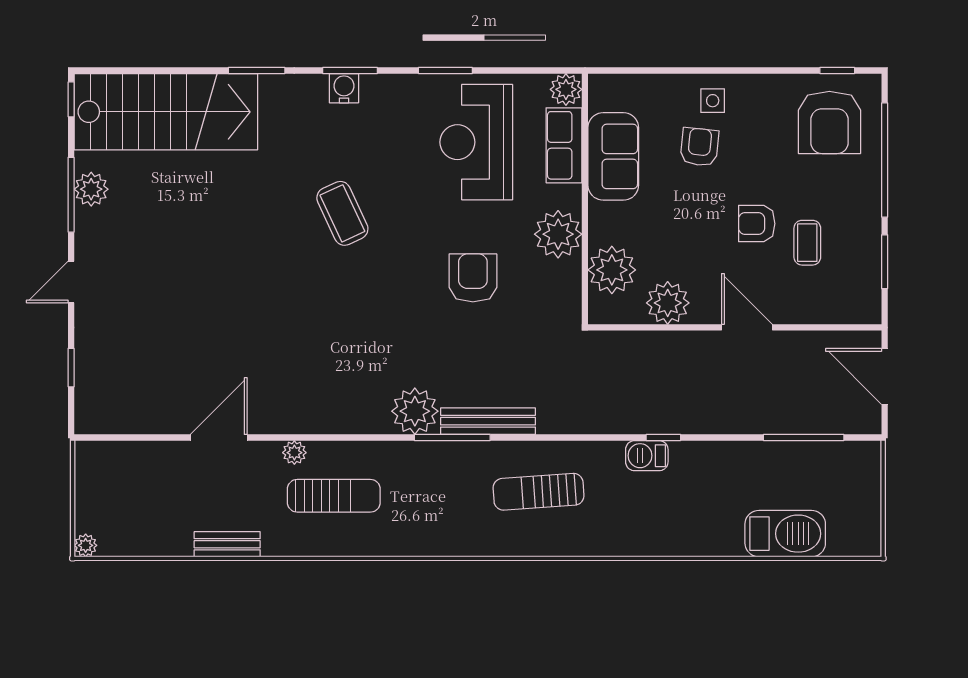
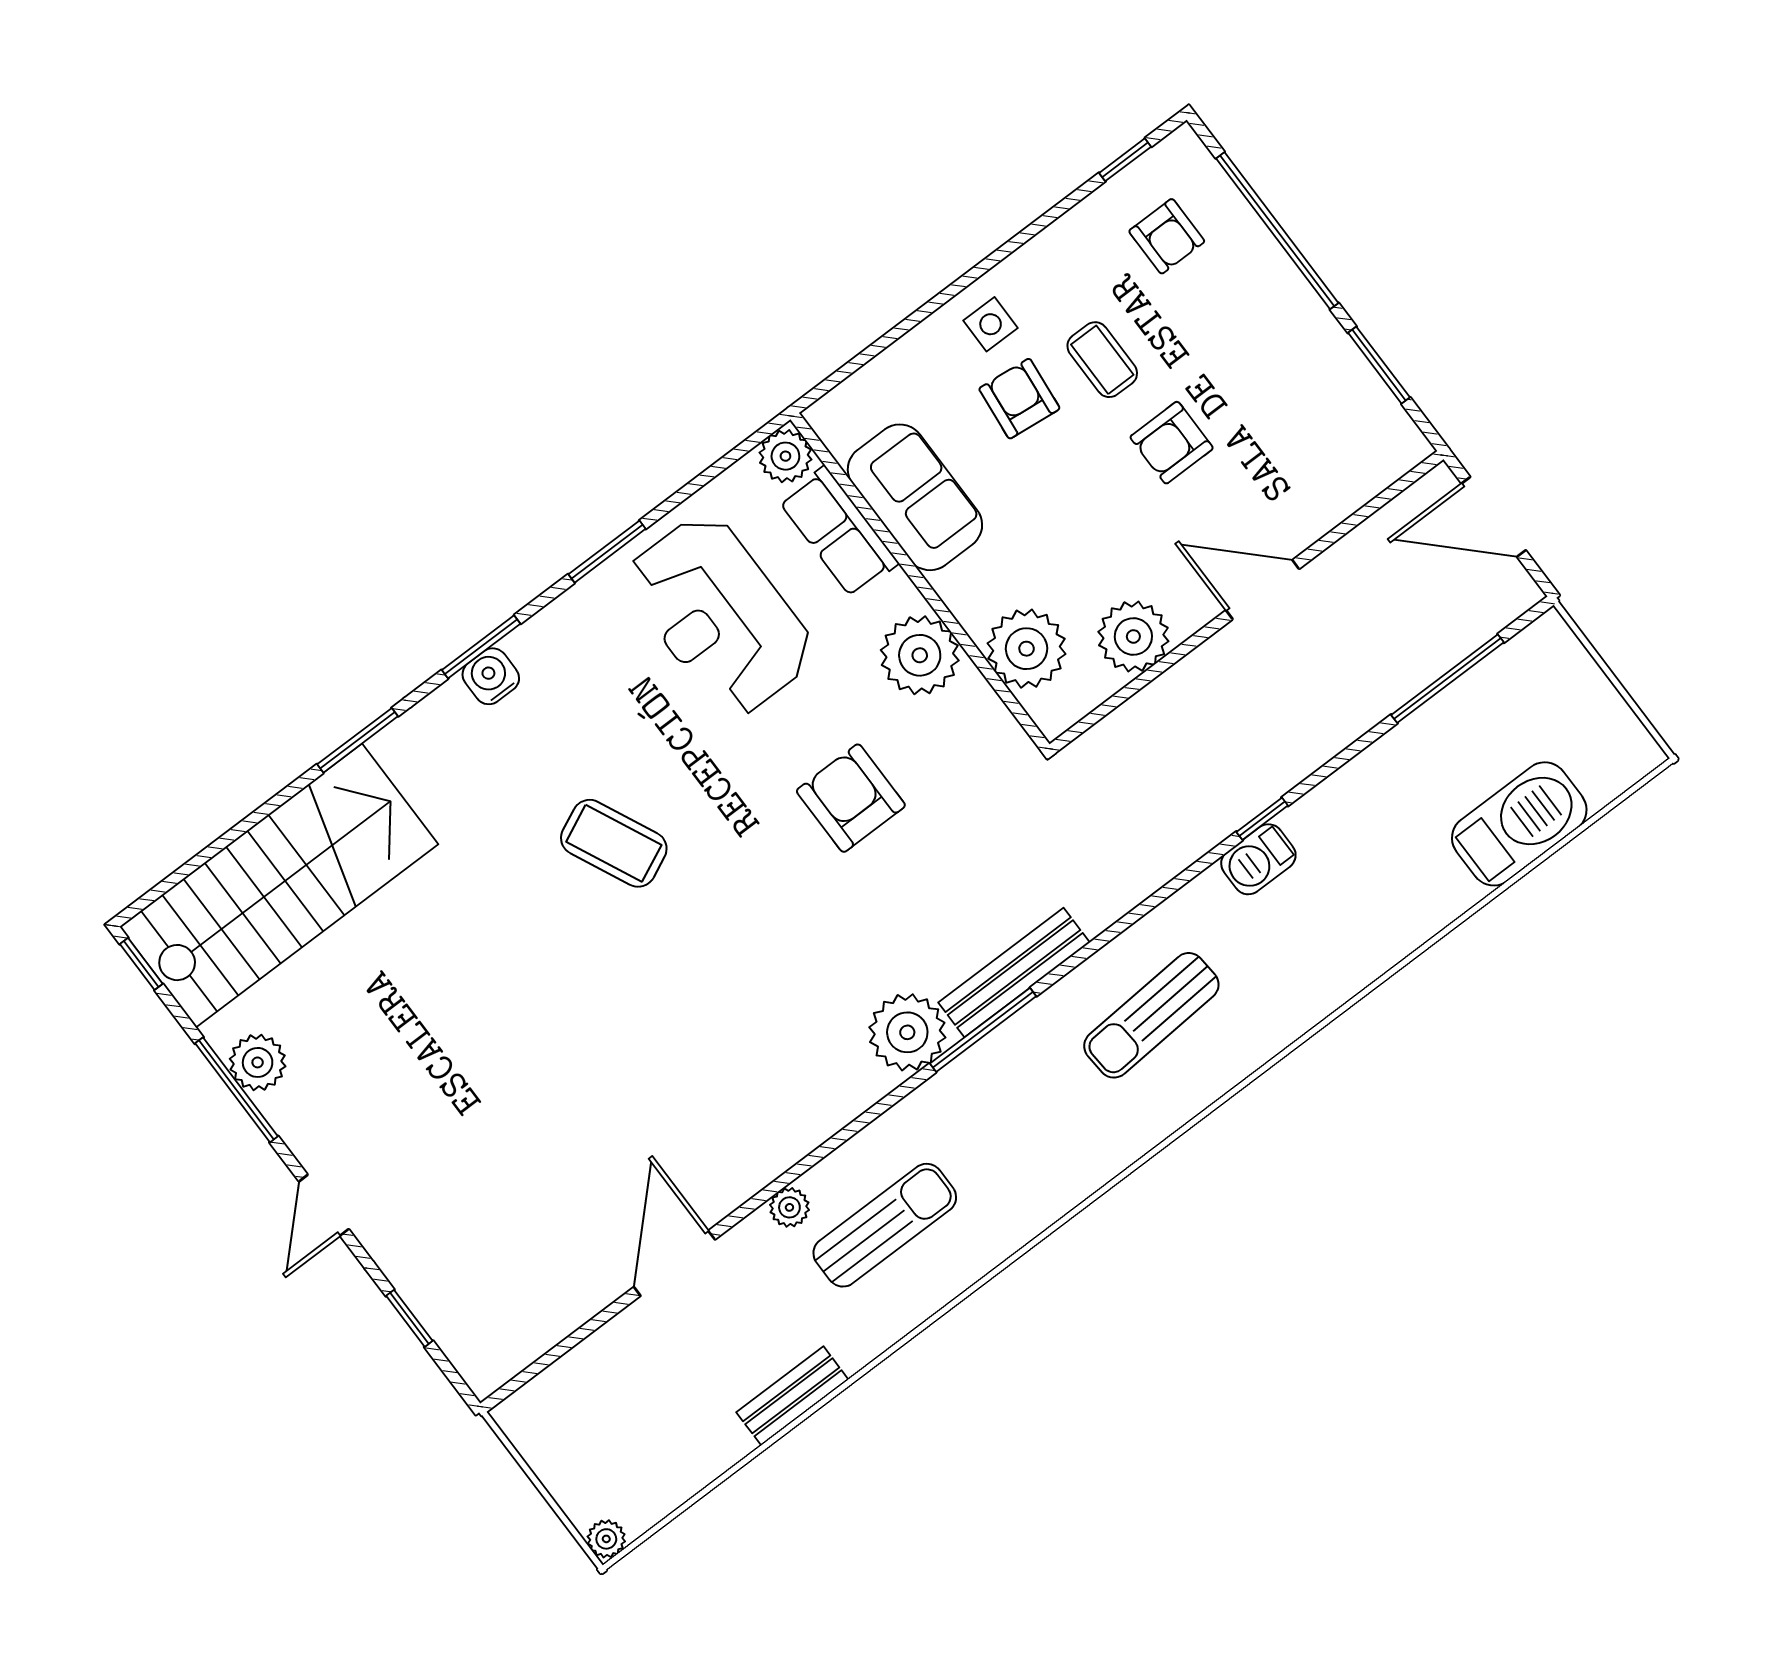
armchair: (829, 122) -> (1167, 236), width x0.53, depth x0.53
coffee table: (807, 243) -> (1102, 360), moved

